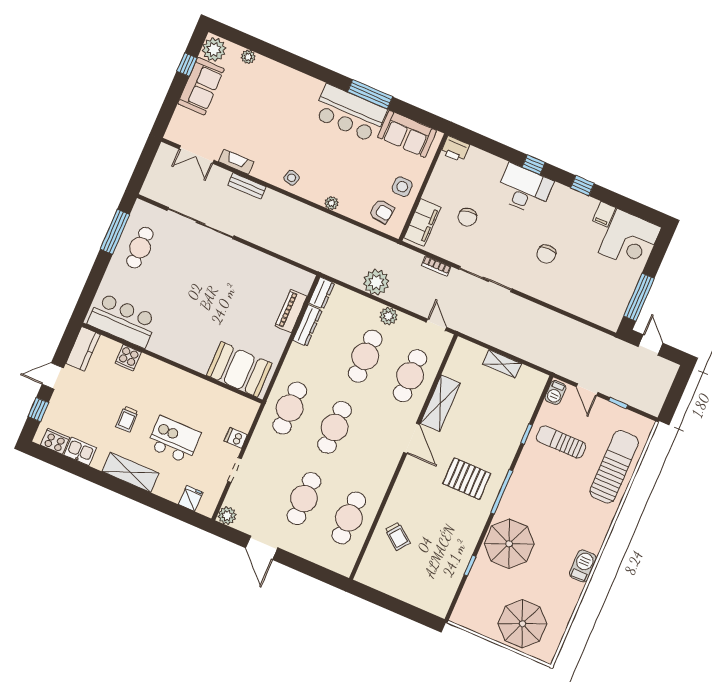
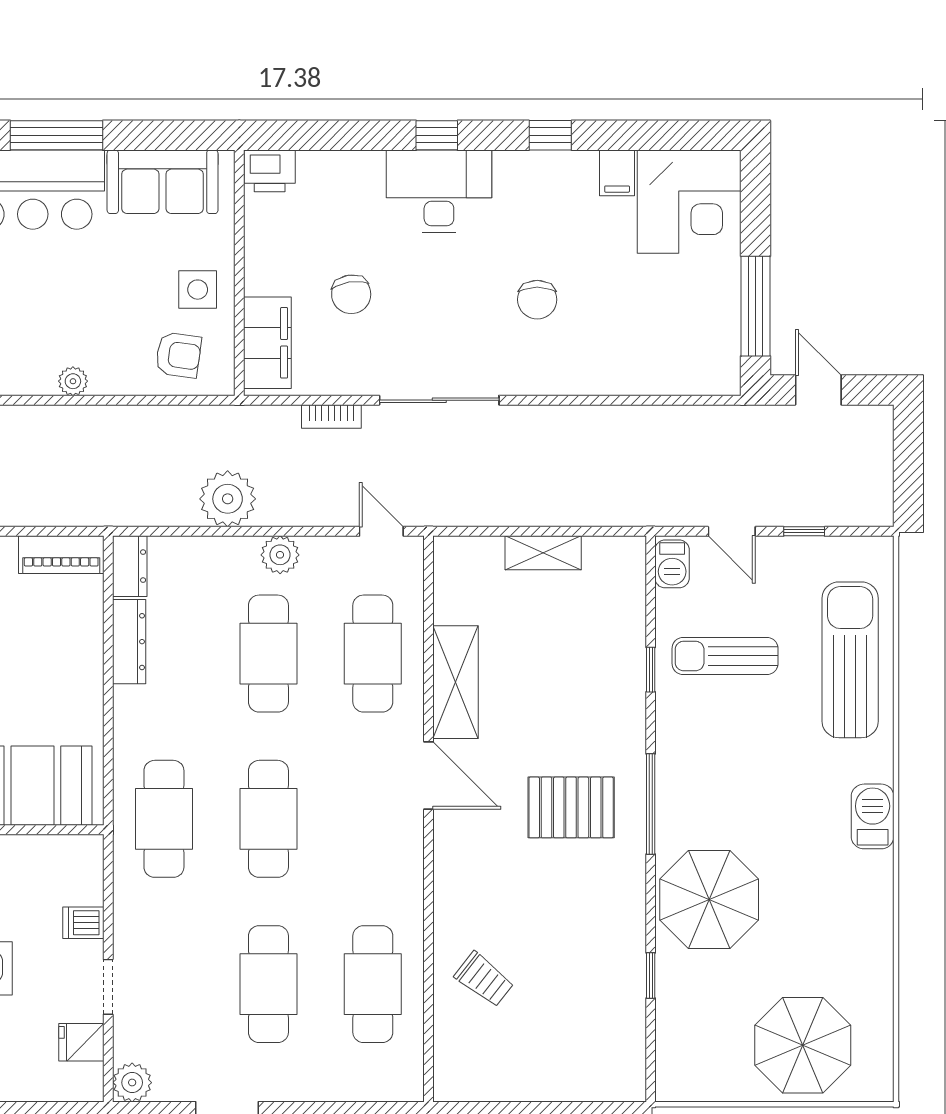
piano: (291, 311) -> (61, 555), moved, turned -90
fridge: (191, 498) -> (81, 1042), moved, turned -90
barbecue: (583, 566) -> (873, 816), moved

